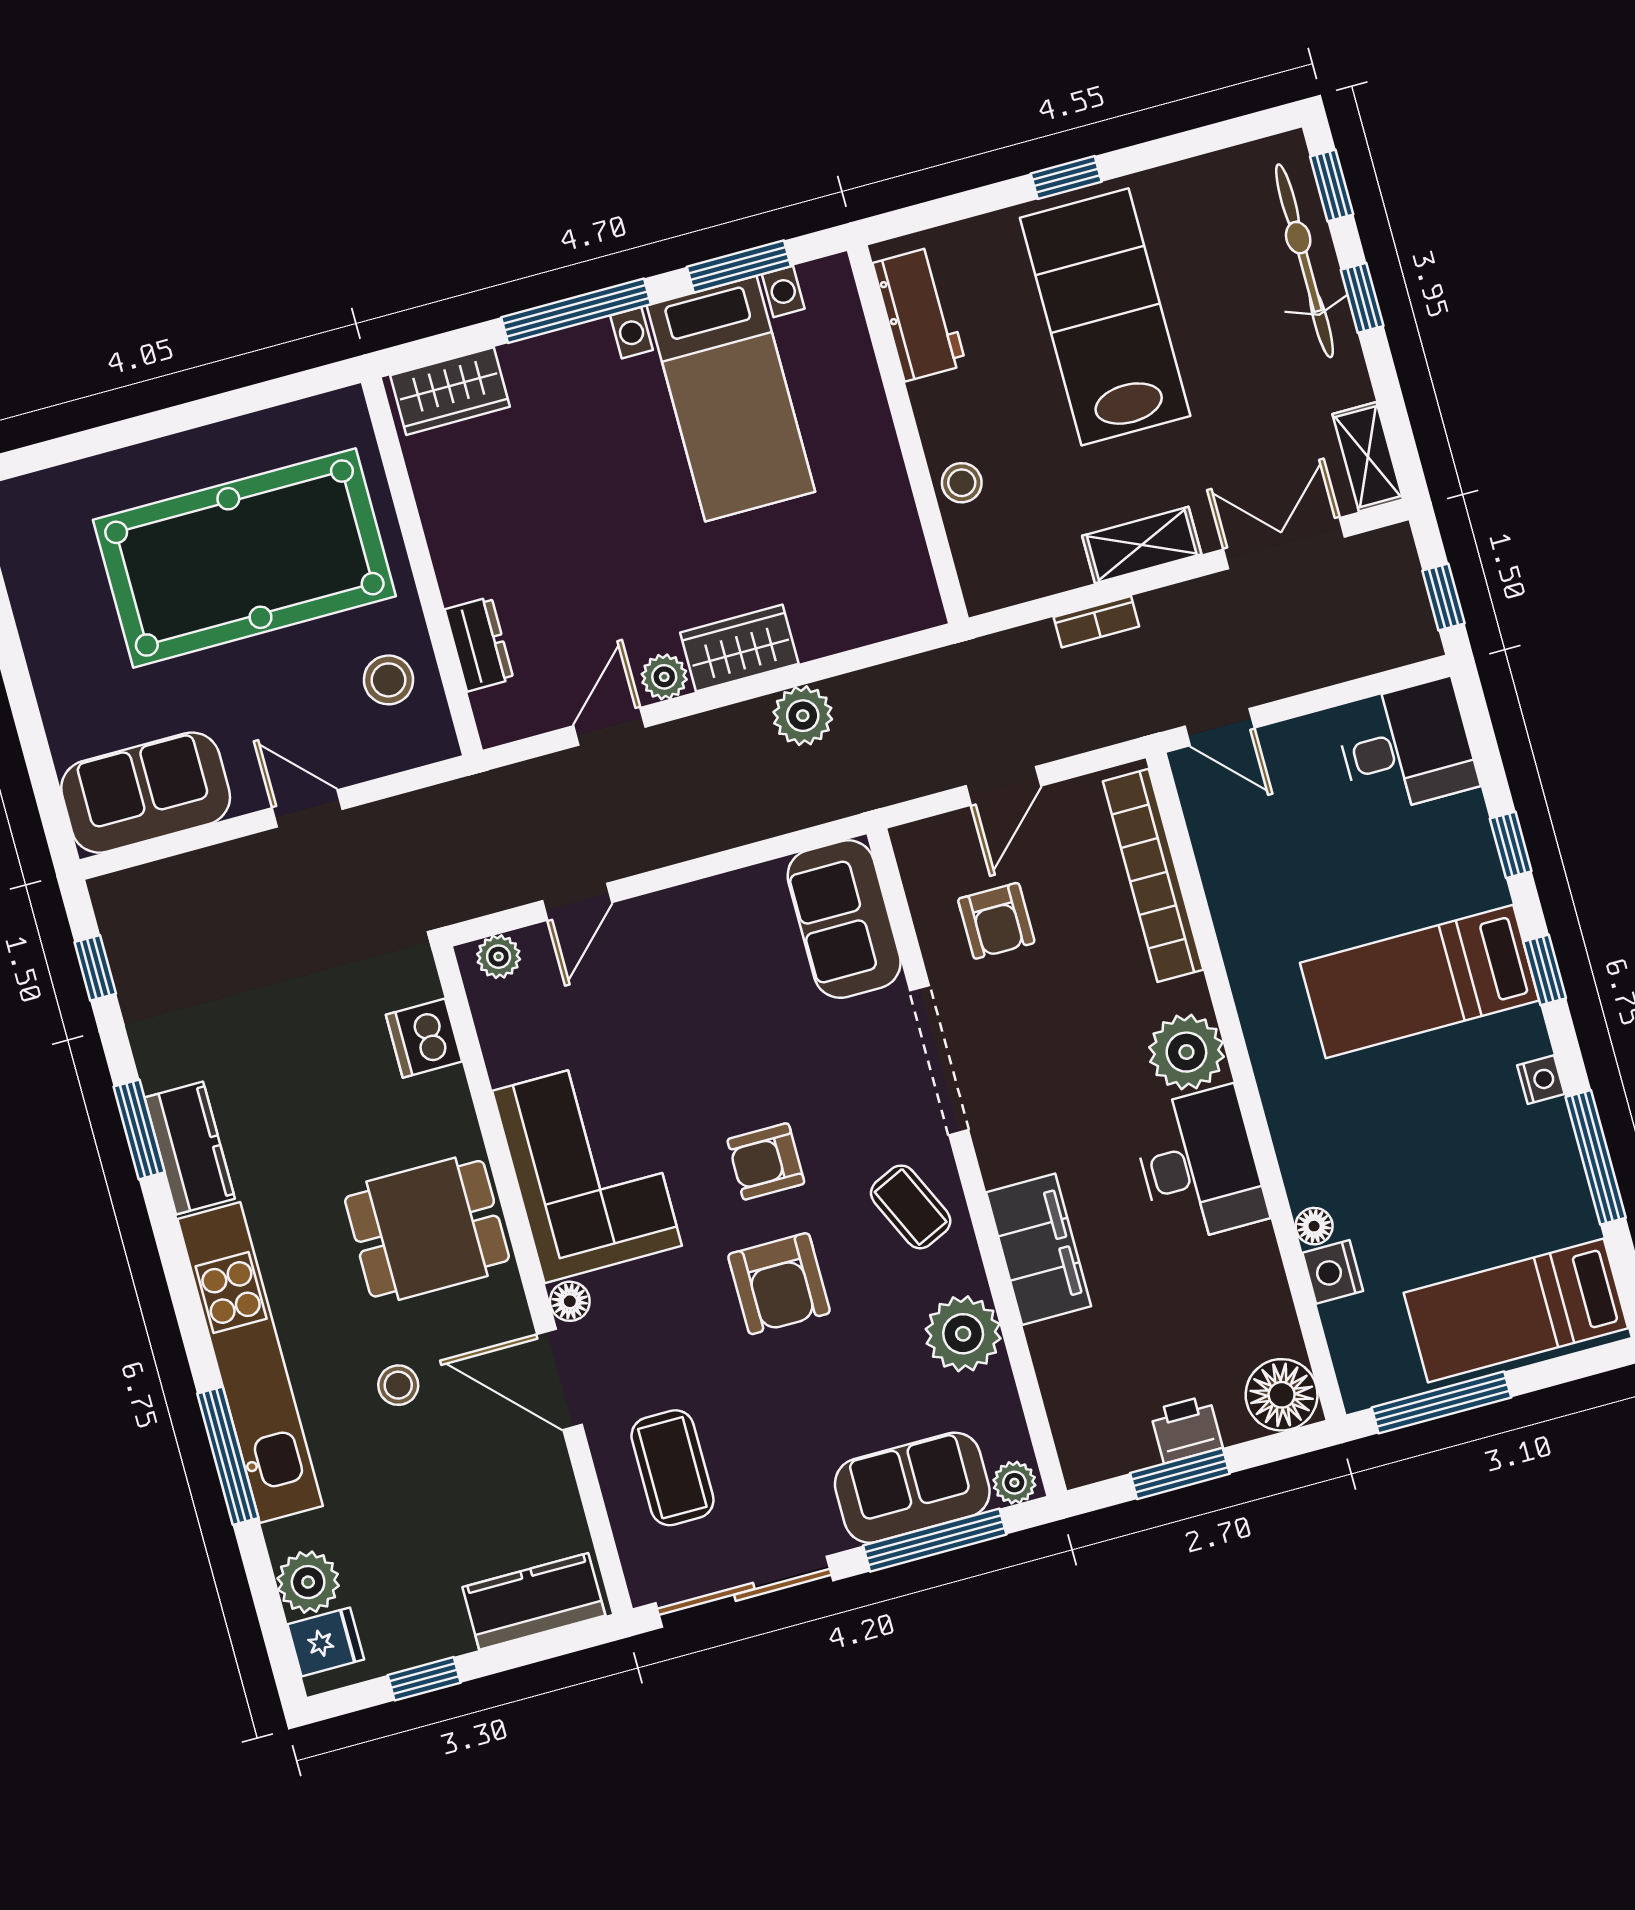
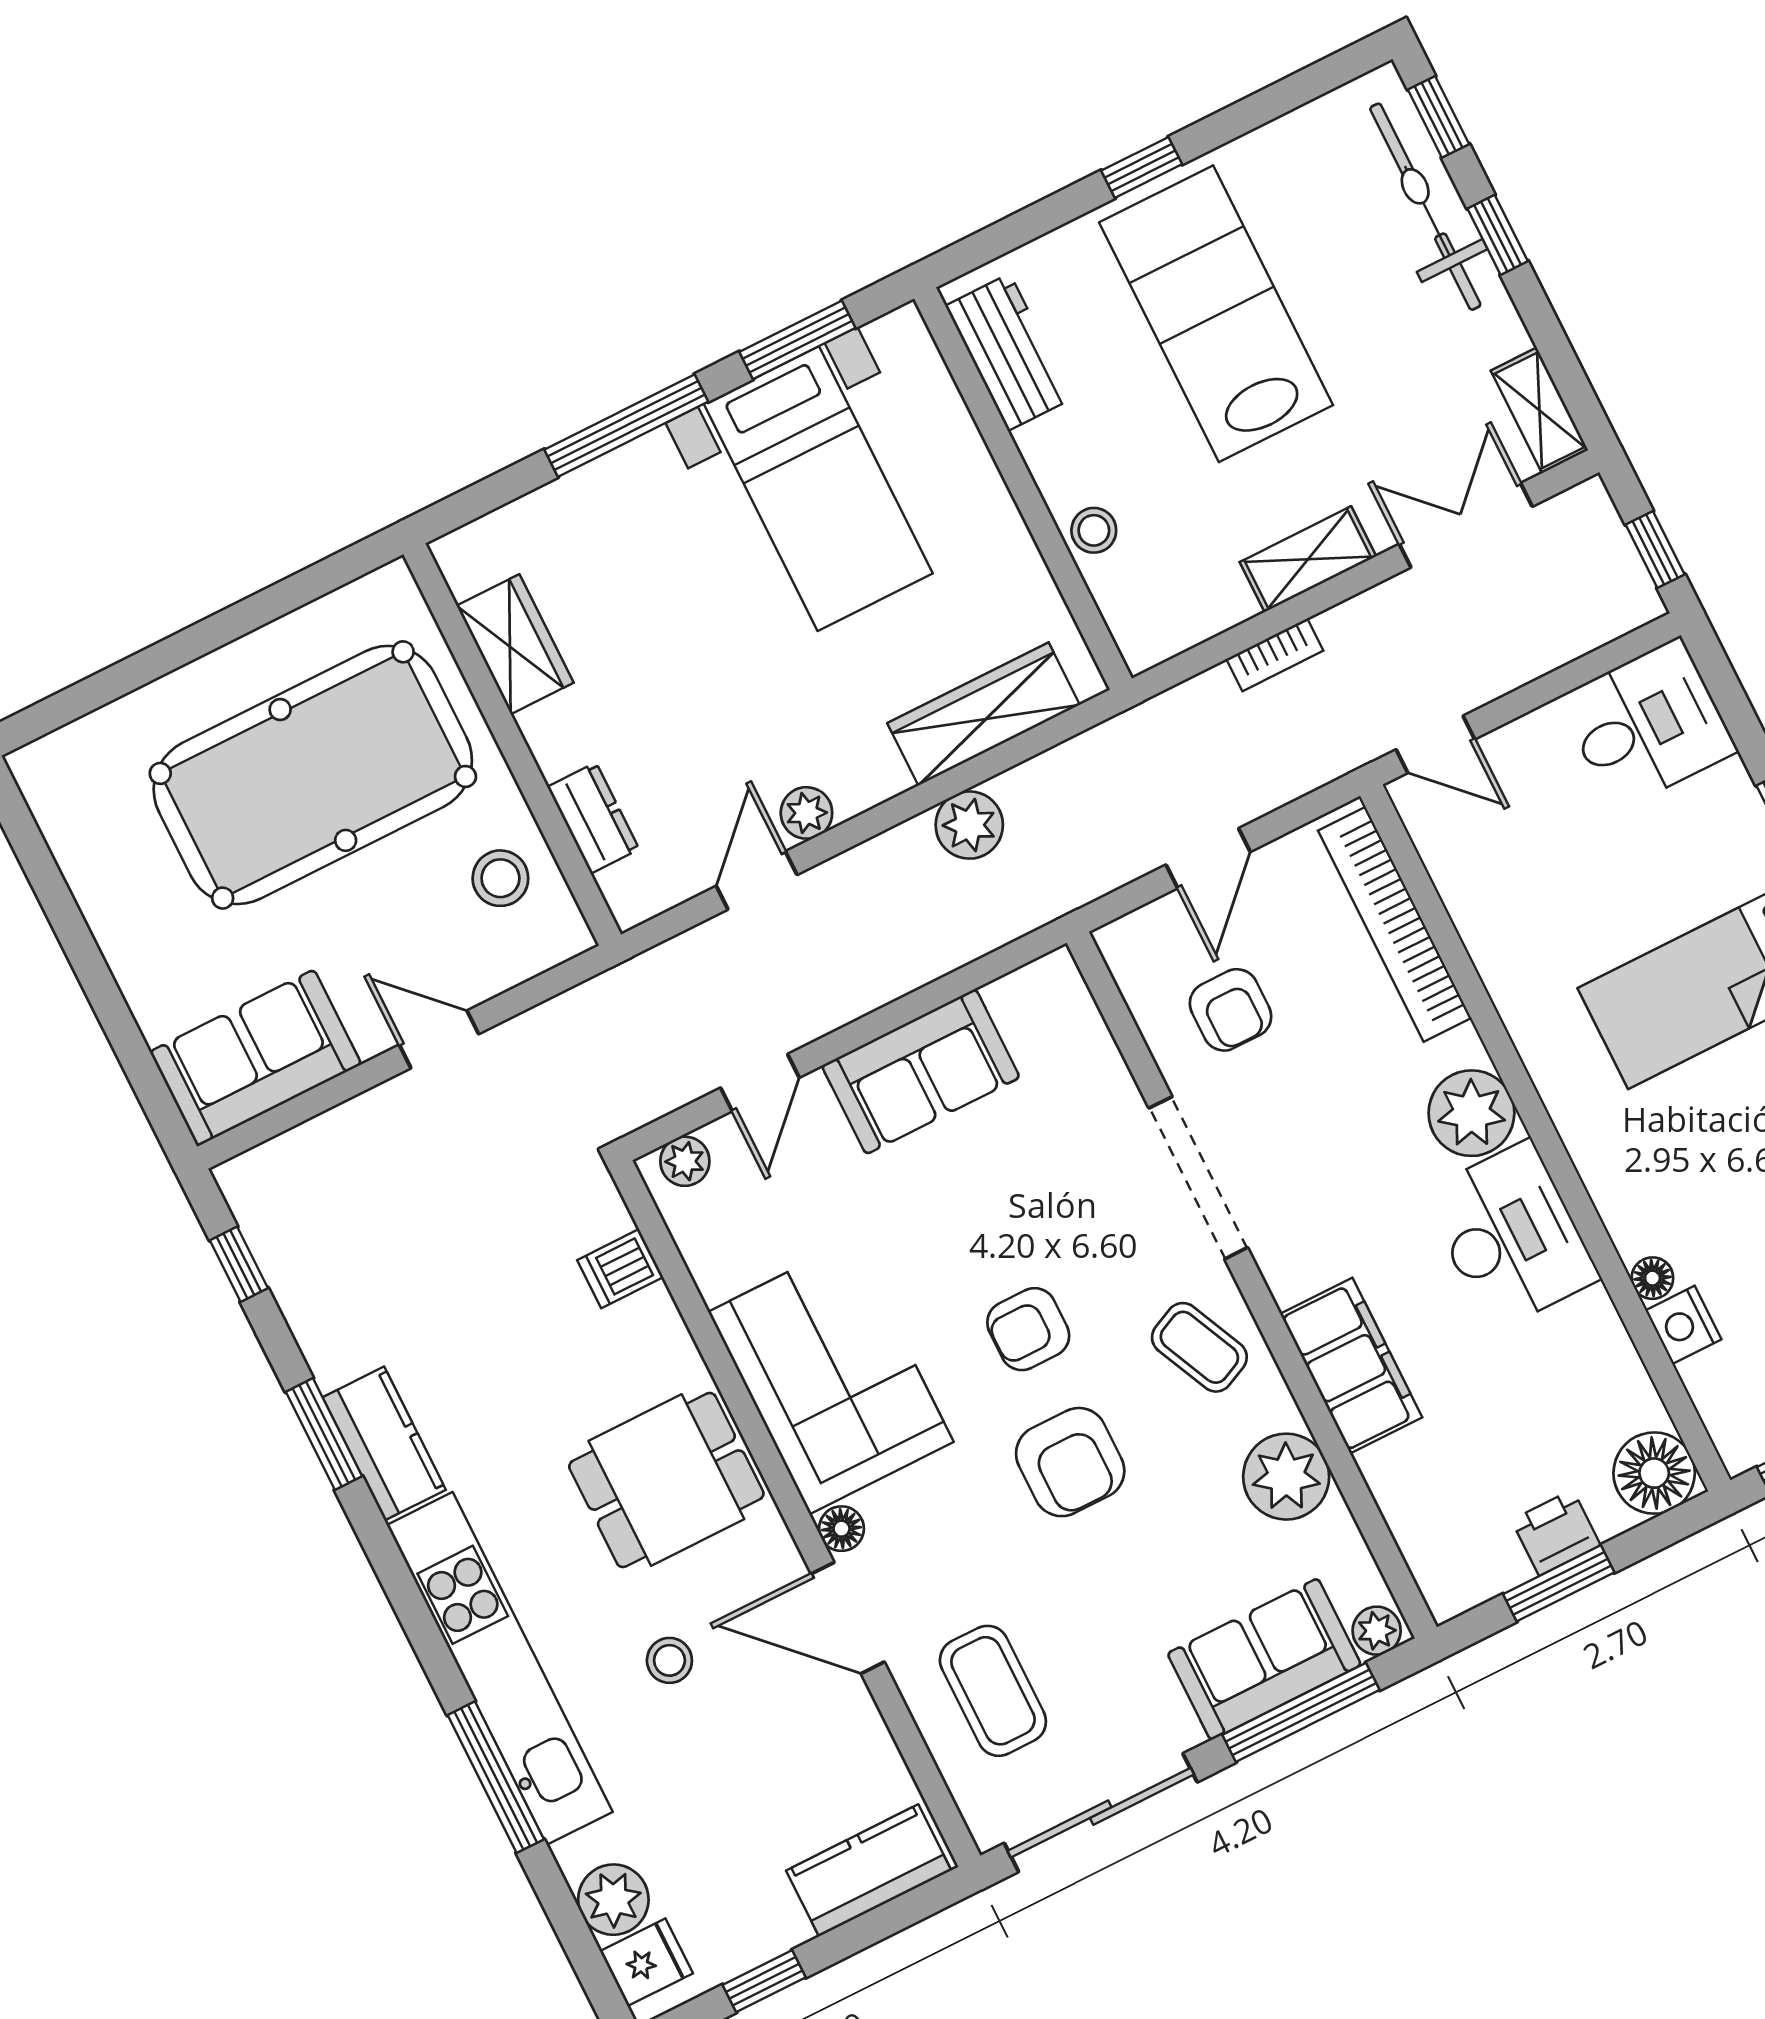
wardrobe: (450, 391) -> (515, 644), moved, turned -90
wardrobe: (739, 648) -> (984, 714), moved, width x1.50
sofa: (844, 919) -> (921, 1071), moved, turned -90
dishwasher: (424, 1038) -> (620, 1269), width x0.73

